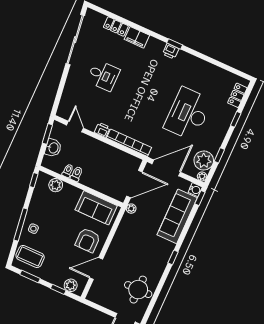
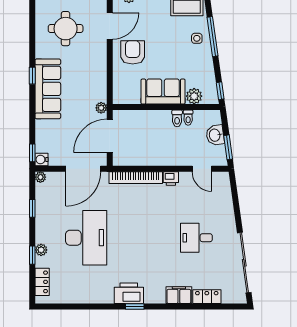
printer: (171, 51) -> (129, 293), width x1.87, depth x1.48
plant: (204, 161) -> (41, 250), moved, width x0.53, depth x0.53
sofa: (96, 208) -> (163, 92), moved
sofa: (177, 216) -> (48, 89), moved
round table: (138, 290) -> (66, 29), moved

